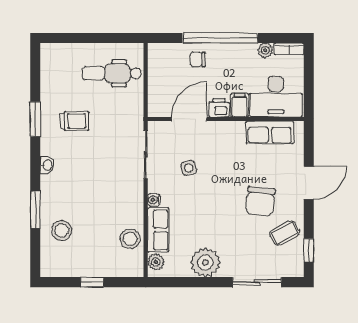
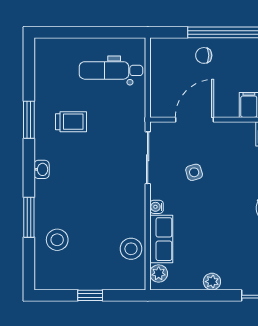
printer: (219, 108) -> (227, 108), removed
plant: (205, 262) -> (212, 282), width x0.53, depth x0.53

